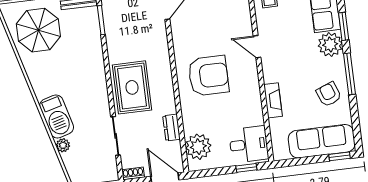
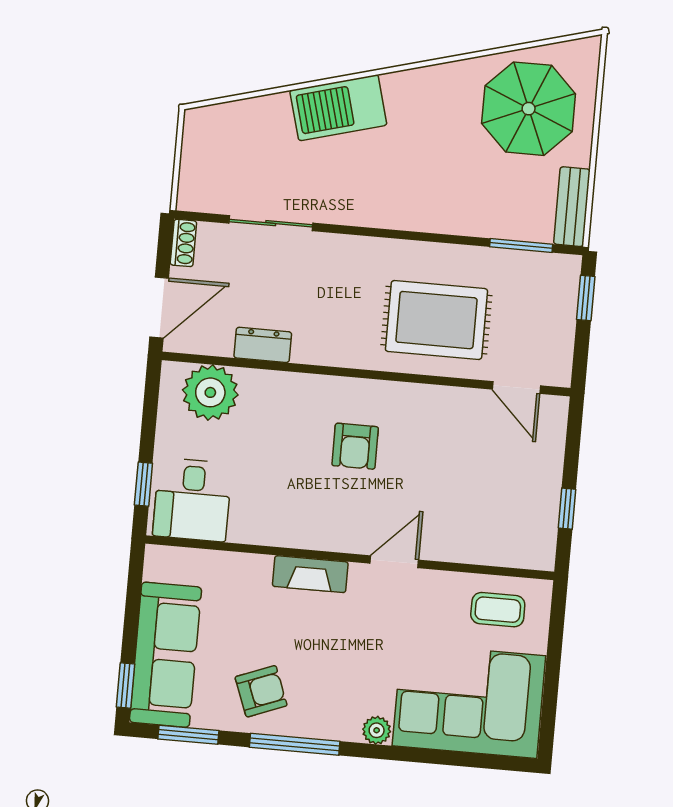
window: (344, 26) -> (188, 735), moved
plant: (330, 44) -> (377, 730), width x0.53, depth x0.53
armchair: (208, 76) -> (355, 446), width x0.53, depth x0.53
rug: (132, 87) -> (436, 320), moved
fireplace: (273, 100) -> (310, 574), moved
plant: (63, 145) -> (275, 108), removed

